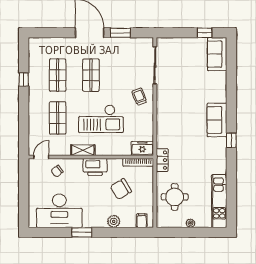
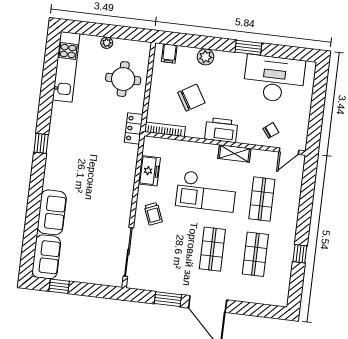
checkout: (101, 119) -> (206, 191), turned 180
sofa: (217, 120) -> (52, 212), moved
freezer: (142, 148) -> (149, 171), moved, turned -90

